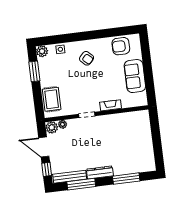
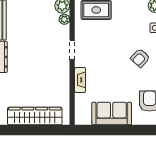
wardrobe: (145, 139) -> (35, 116), added

